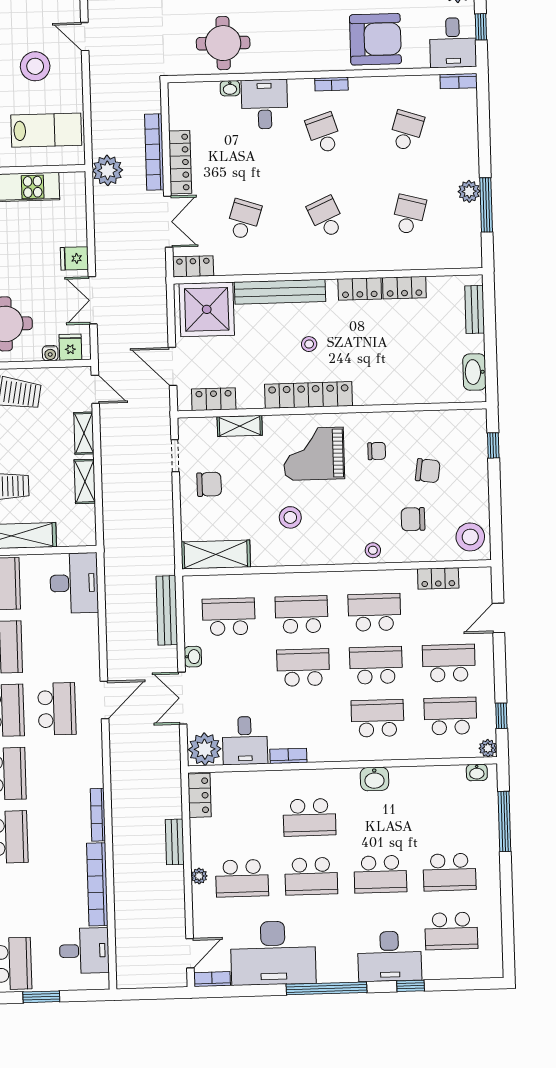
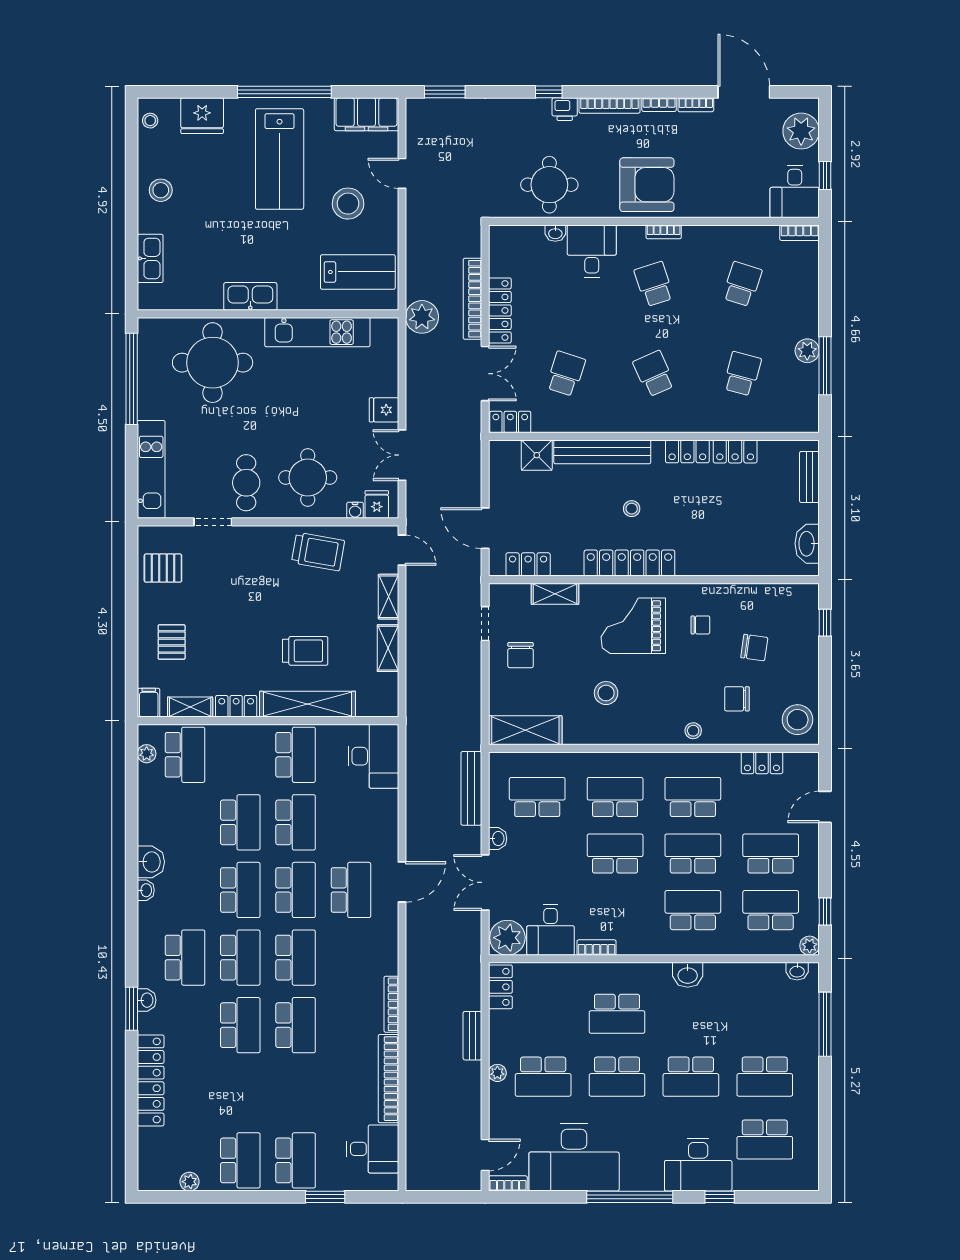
armchair: (375, 39) -> (647, 185), moved
shower: (207, 309) -> (537, 455), width x0.54, depth x0.54
chair: (209, 484) -> (521, 655), turned 91

